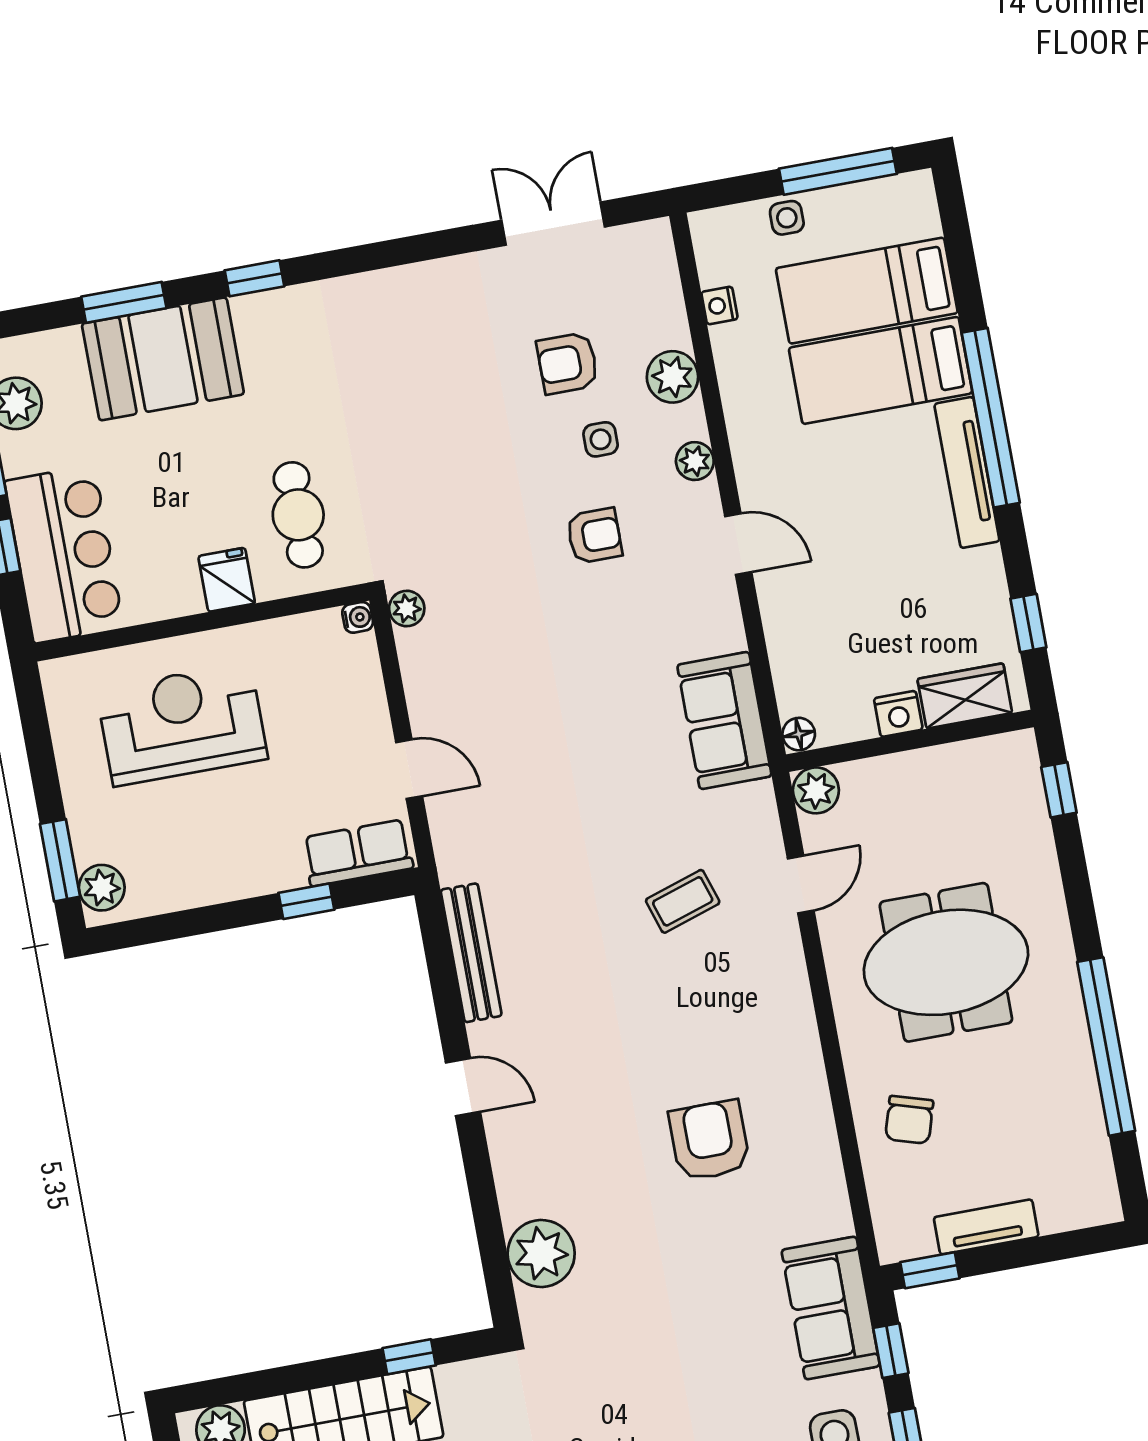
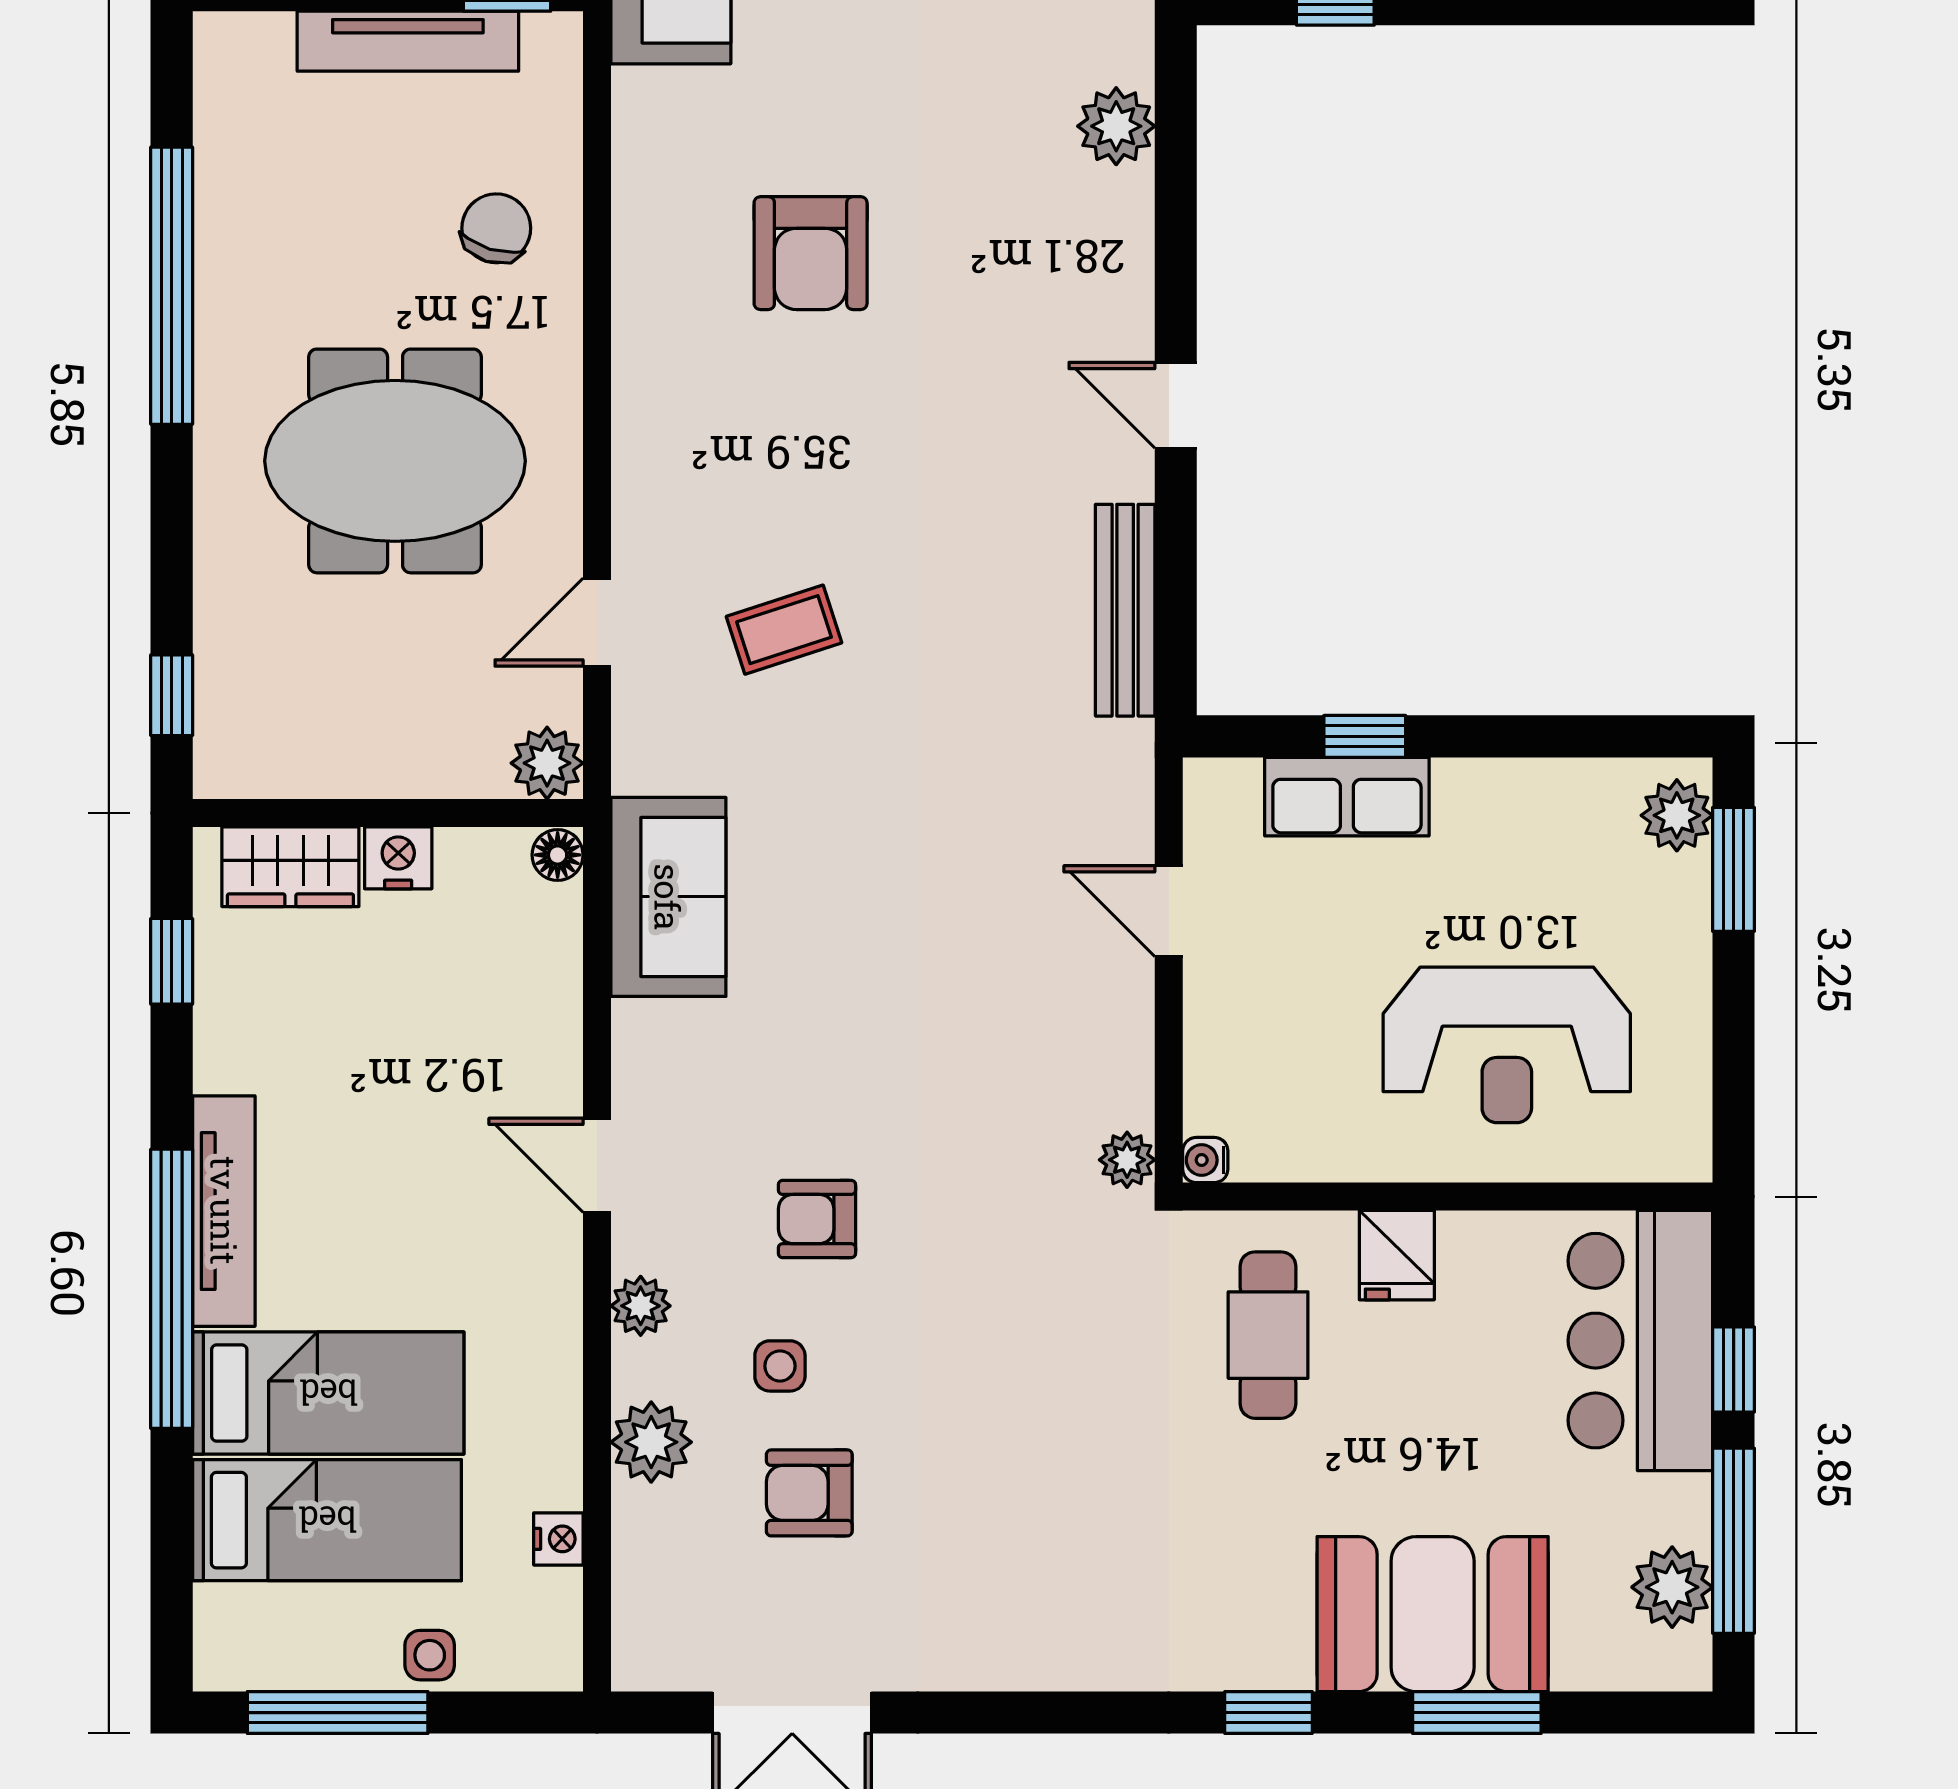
armchair: (568, 363) -> (809, 1493), turned 180
row of seats: (358, 853) -> (1347, 797), moved
tv unit: (986, 1227) -> (408, 41), width x1.41
plant: (541, 1253) -> (1116, 126), width x0.73, depth x0.73

